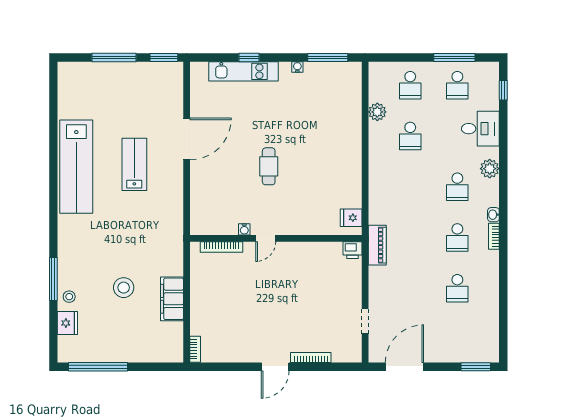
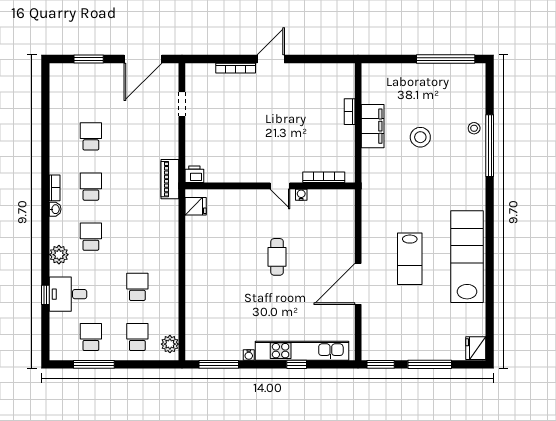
kitchen unit: (243, 71) -> (302, 351), width x1.36
window: (503, 90) -> (45, 295), moved
plant: (377, 112) -> (170, 344), moved
door: (266, 238) -> (280, 186), swing flipped
window: (53, 279) -> (490, 146), width x1.46
fridge: (67, 323) -> (476, 348), moved
bookcase: (195, 349) -> (350, 112), moved
window: (476, 367) -> (89, 59), moved

